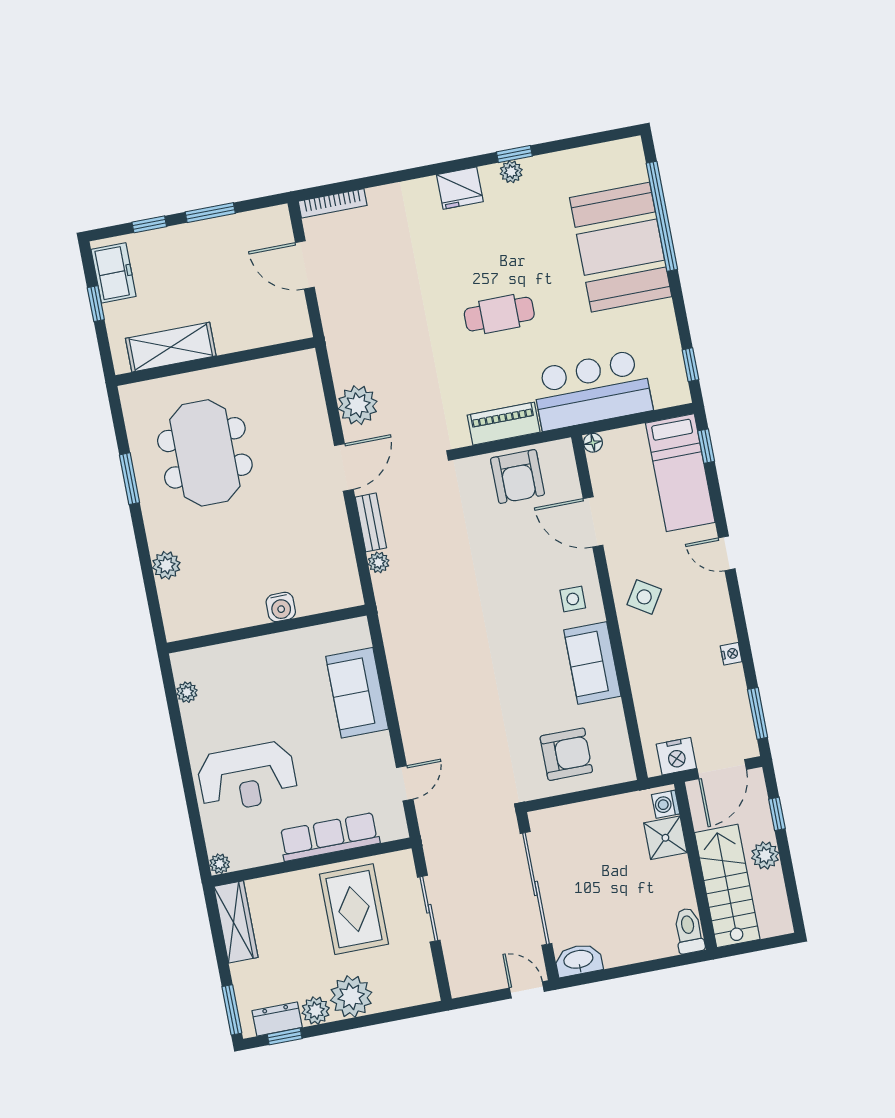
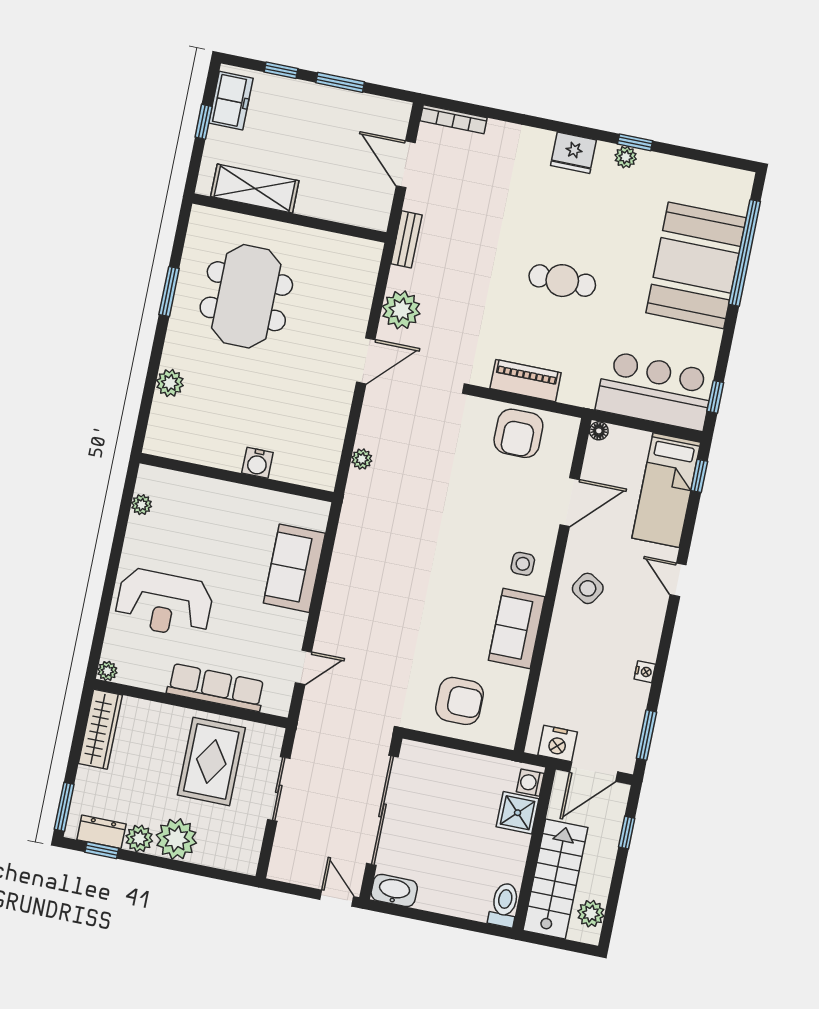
bar counter: (592, 390) -> (655, 391), moved
bench: (371, 522) -> (406, 239), moved
door: (593, 522) -> (570, 502), swing flipped
plant: (765, 855) -> (591, 914), moved

